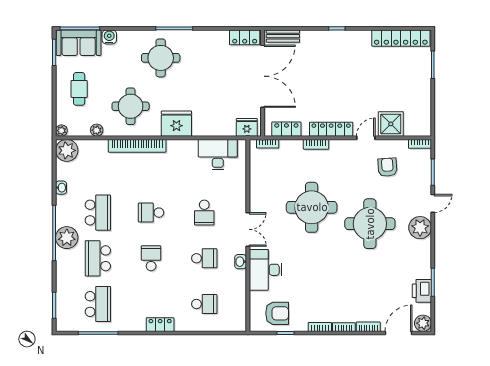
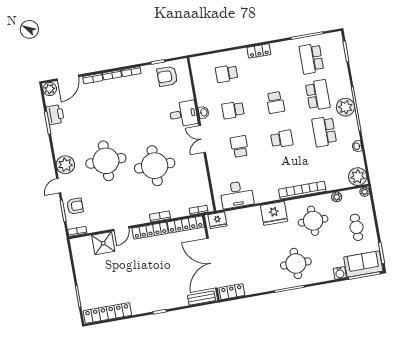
locker: (286, 129) -> (186, 224), width x1.53
armchair: (387, 167) -> (75, 206), moved, turned -86
desk: (265, 270) -> (183, 114), width x0.73

